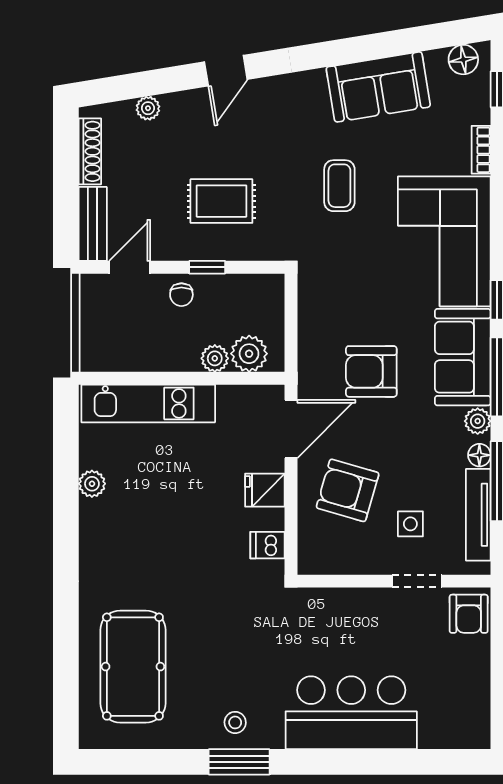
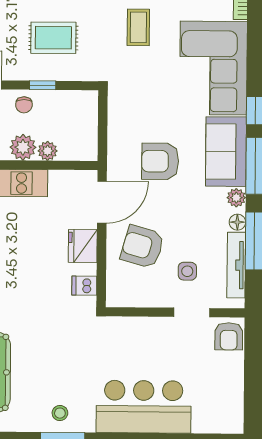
plant: (249, 354) -> (23, 147), moved
fridge: (265, 490) -> (83, 246), width x1.38

